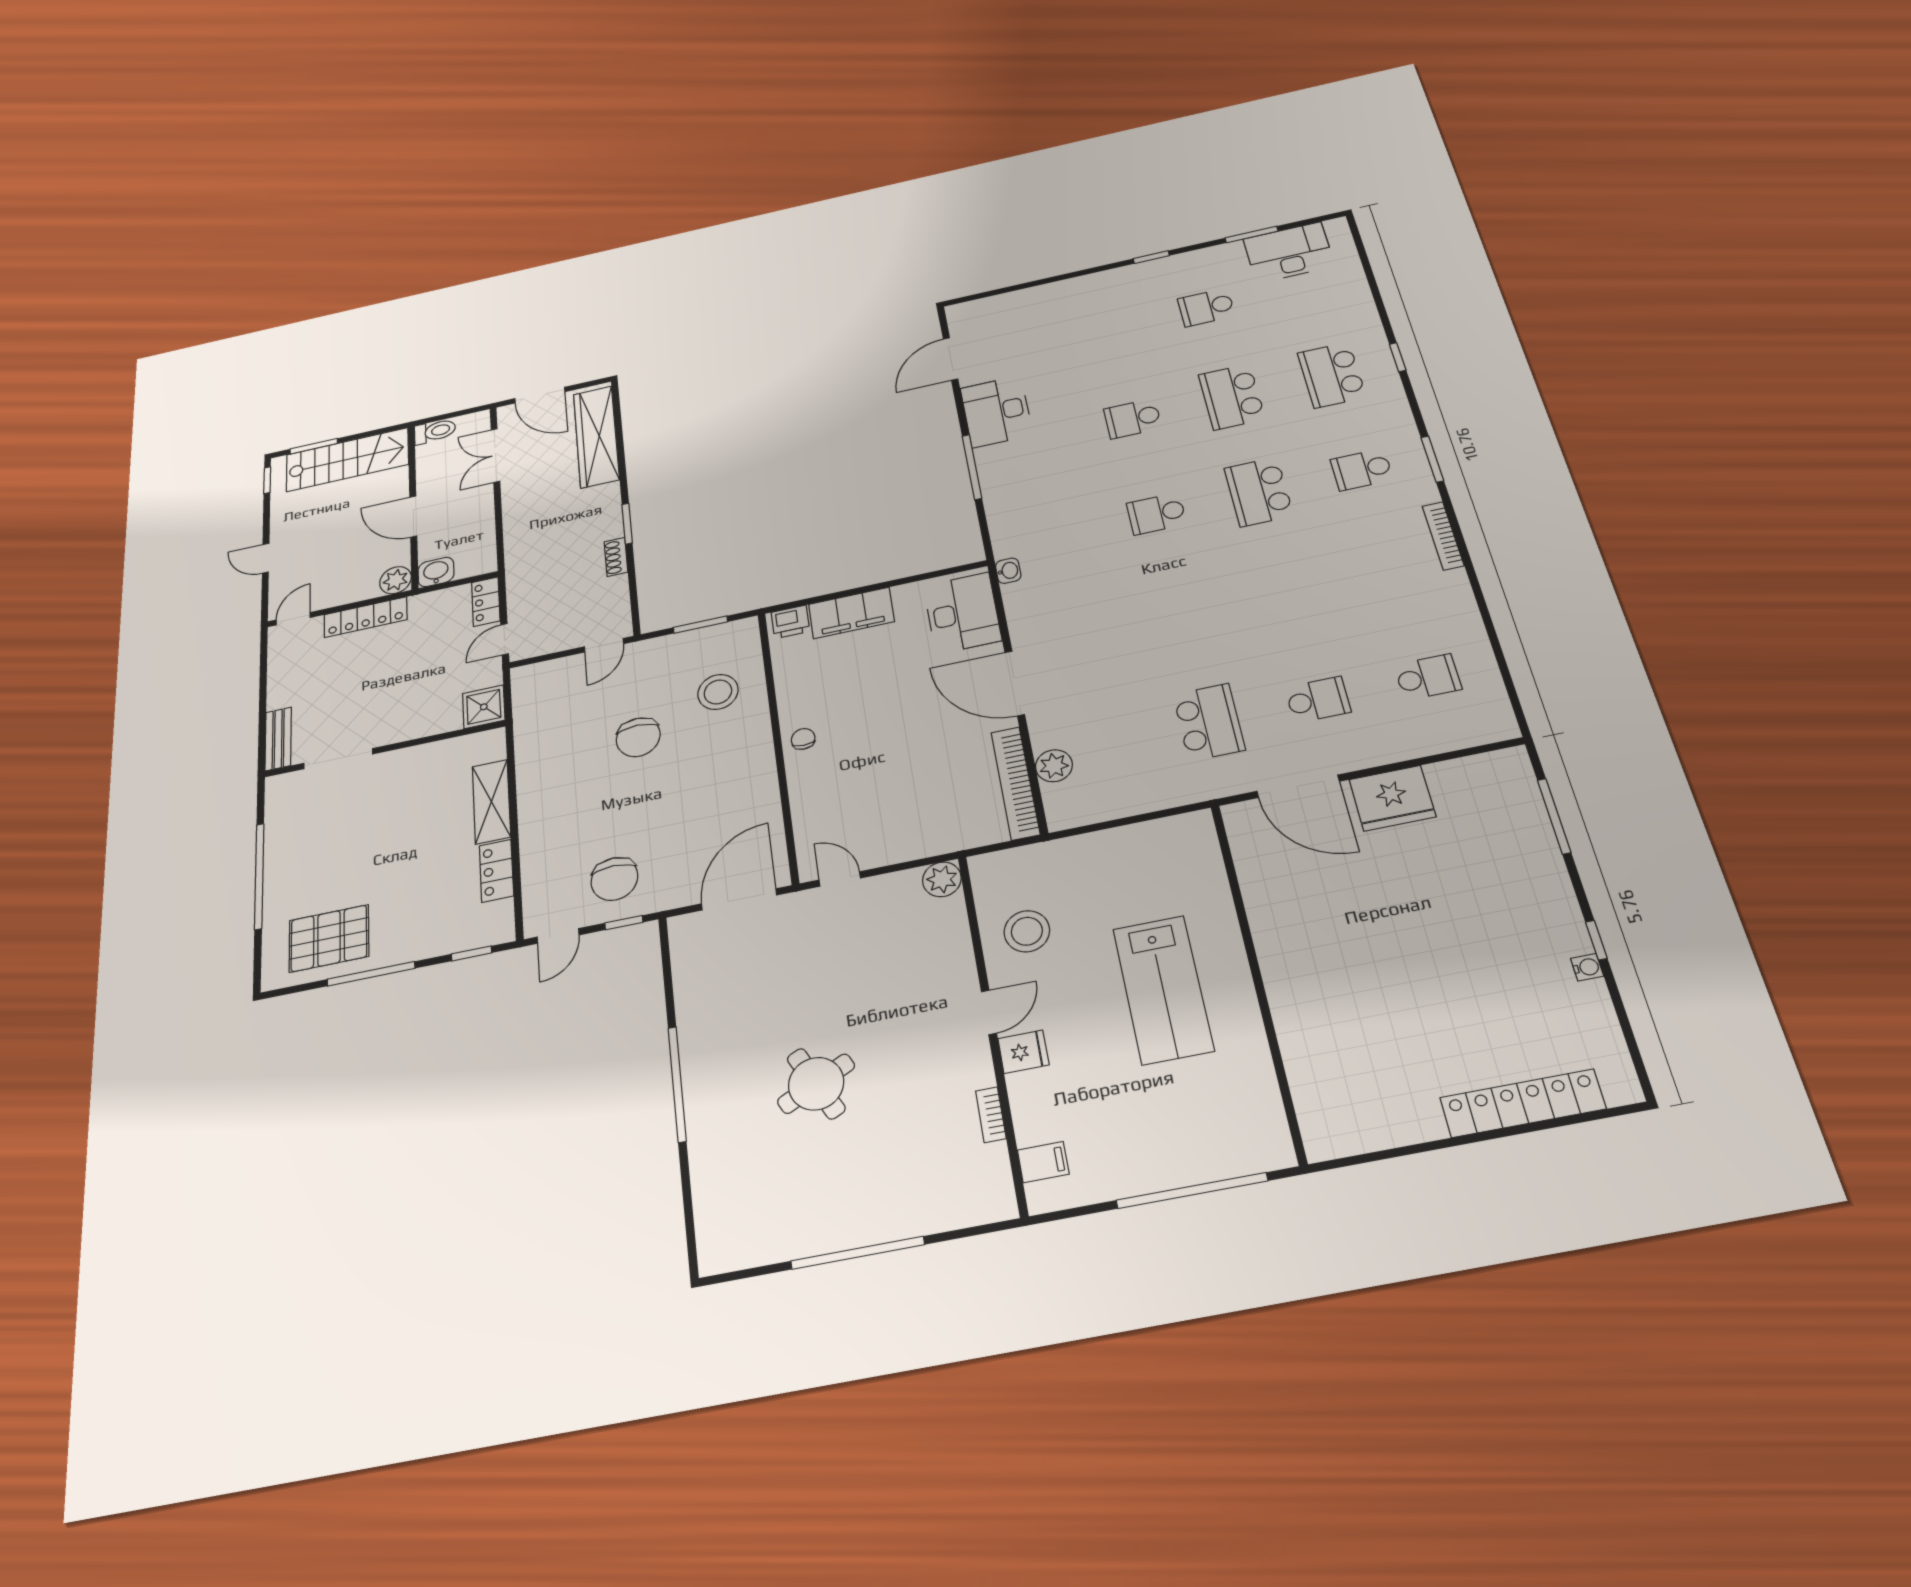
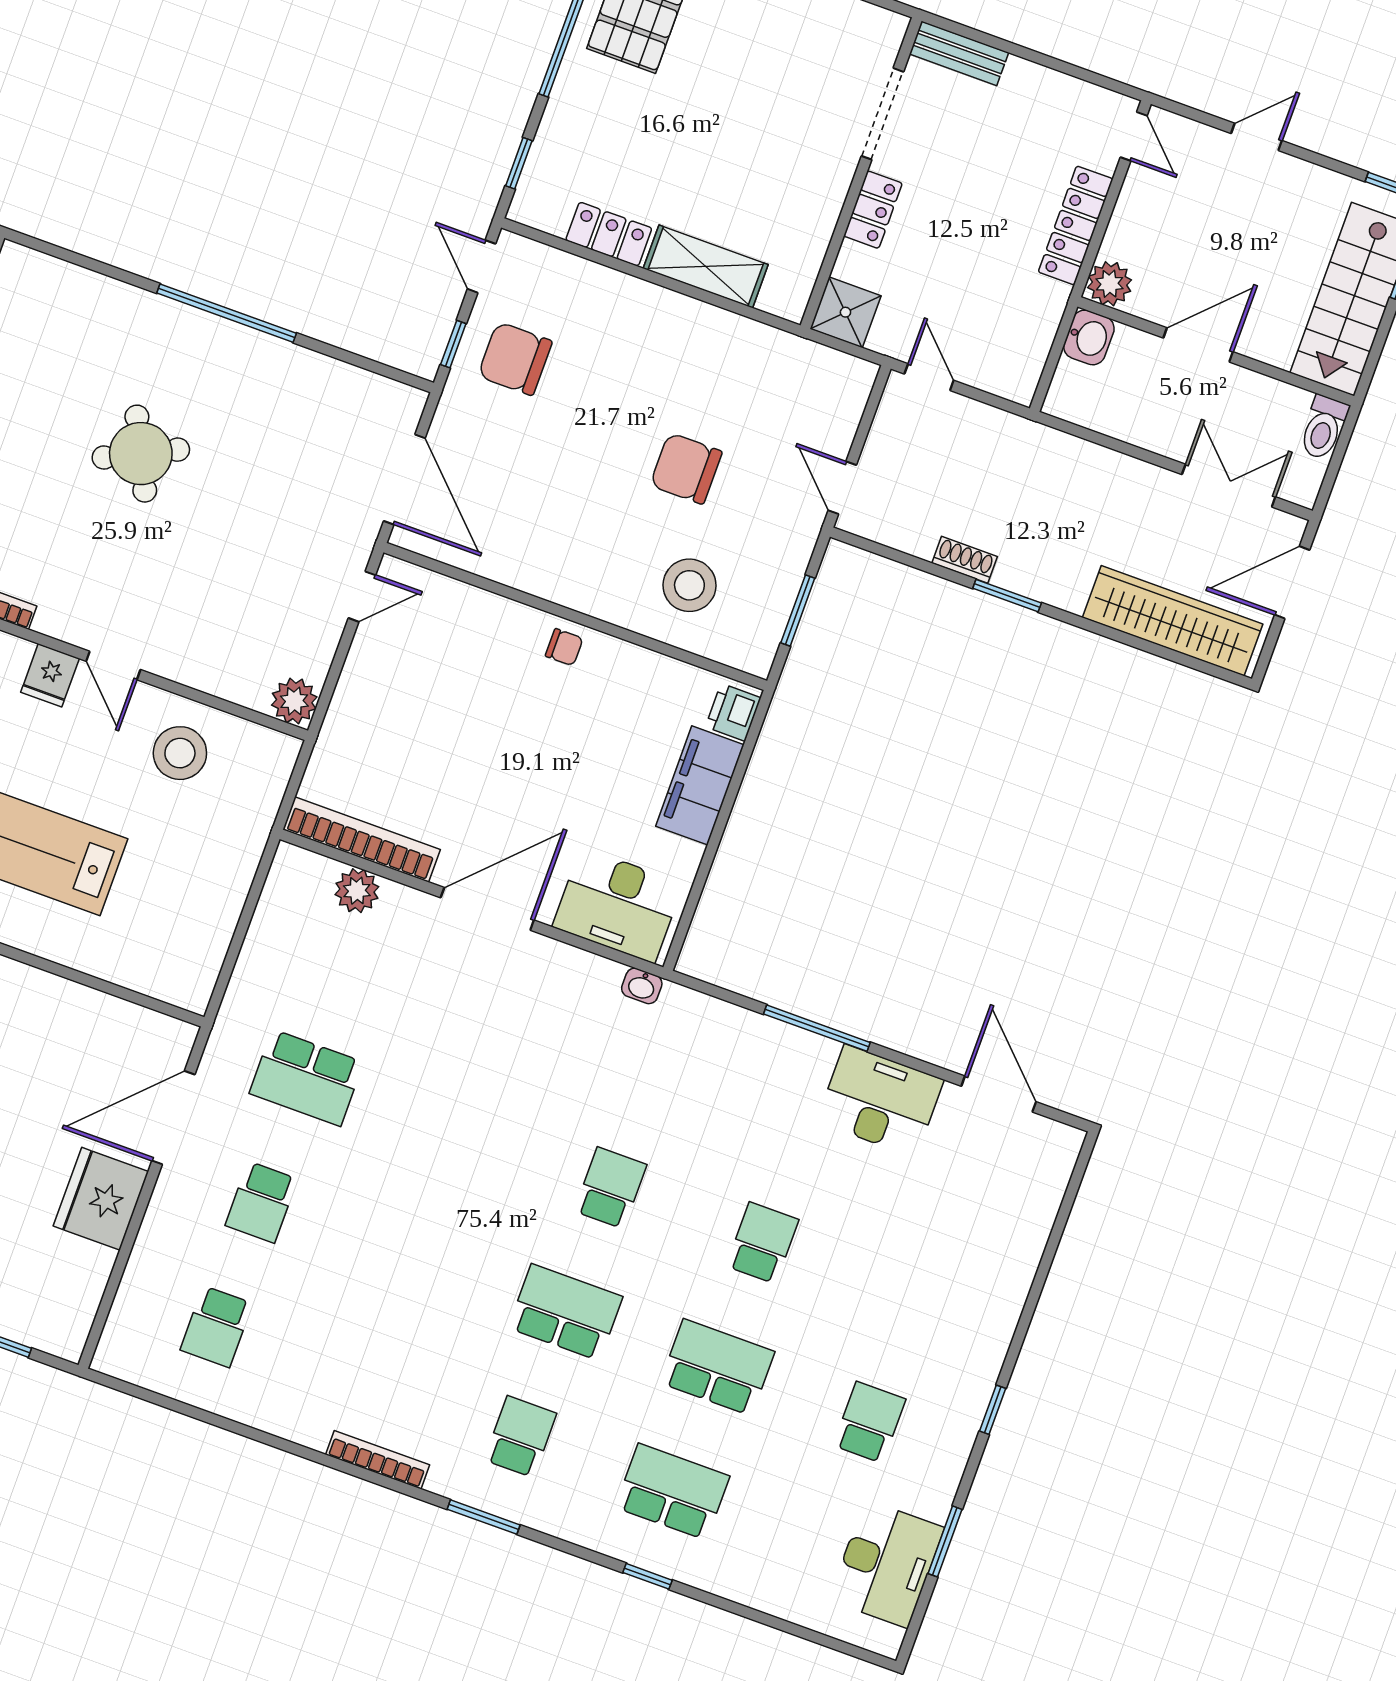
locker: (486, 602) -> (873, 210), moved, turned 90

